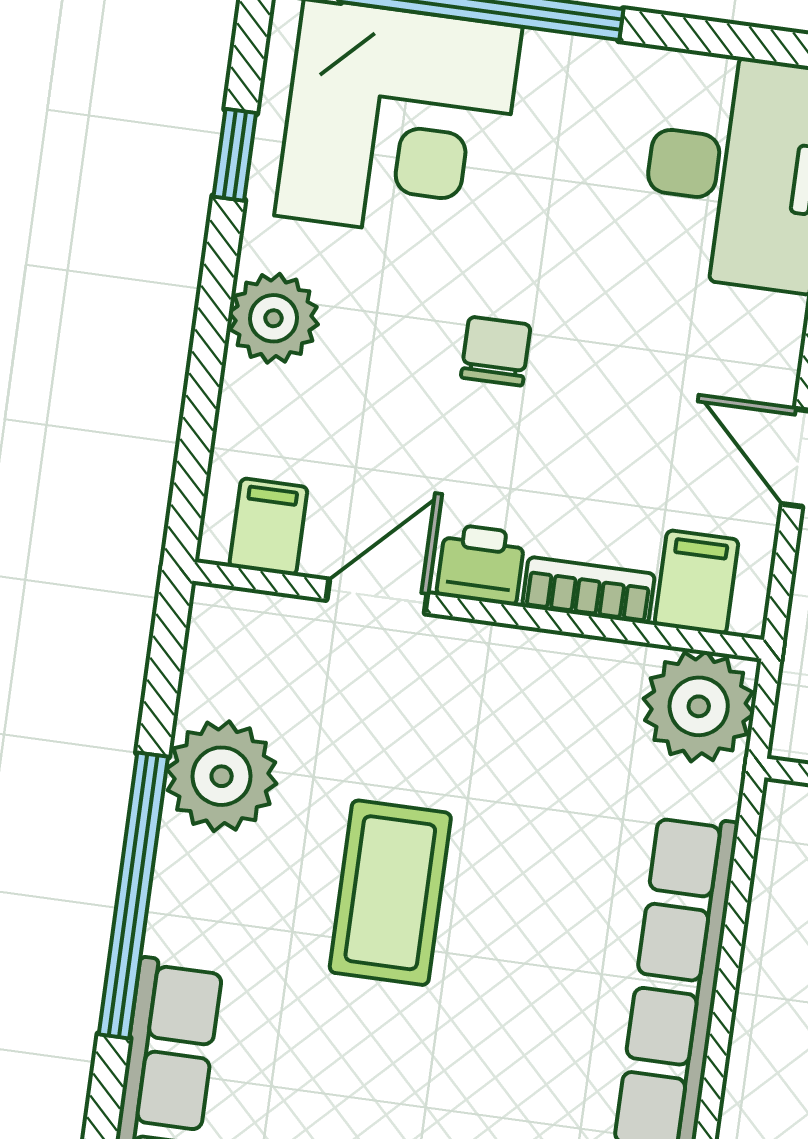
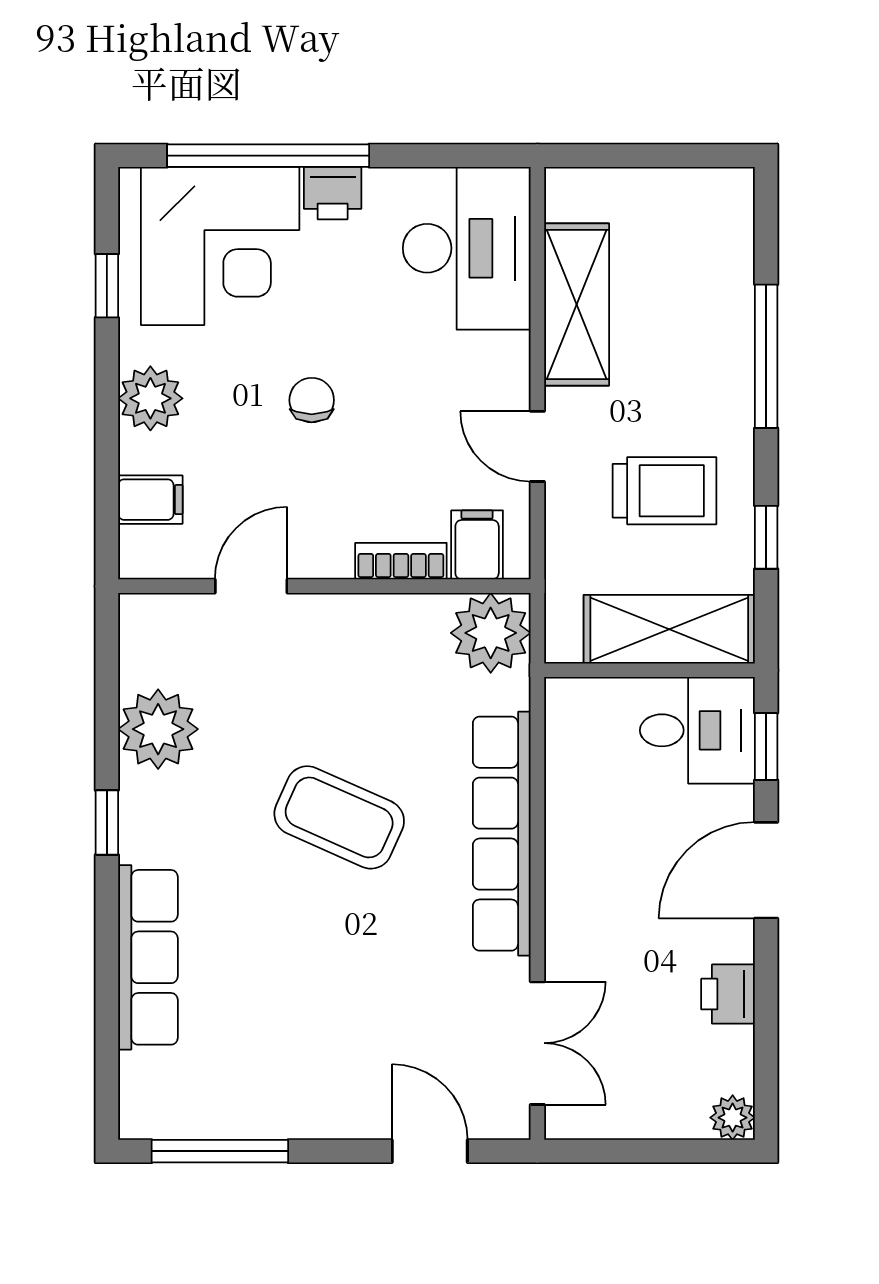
filing cabinet: (268, 527) -> (150, 500), moved, turned 90
printer: (481, 564) -> (333, 193), moved, turned 180
coffee table: (390, 893) -> (339, 817), moved, turned -66
window: (133, 895) -> (107, 823), width x0.32

